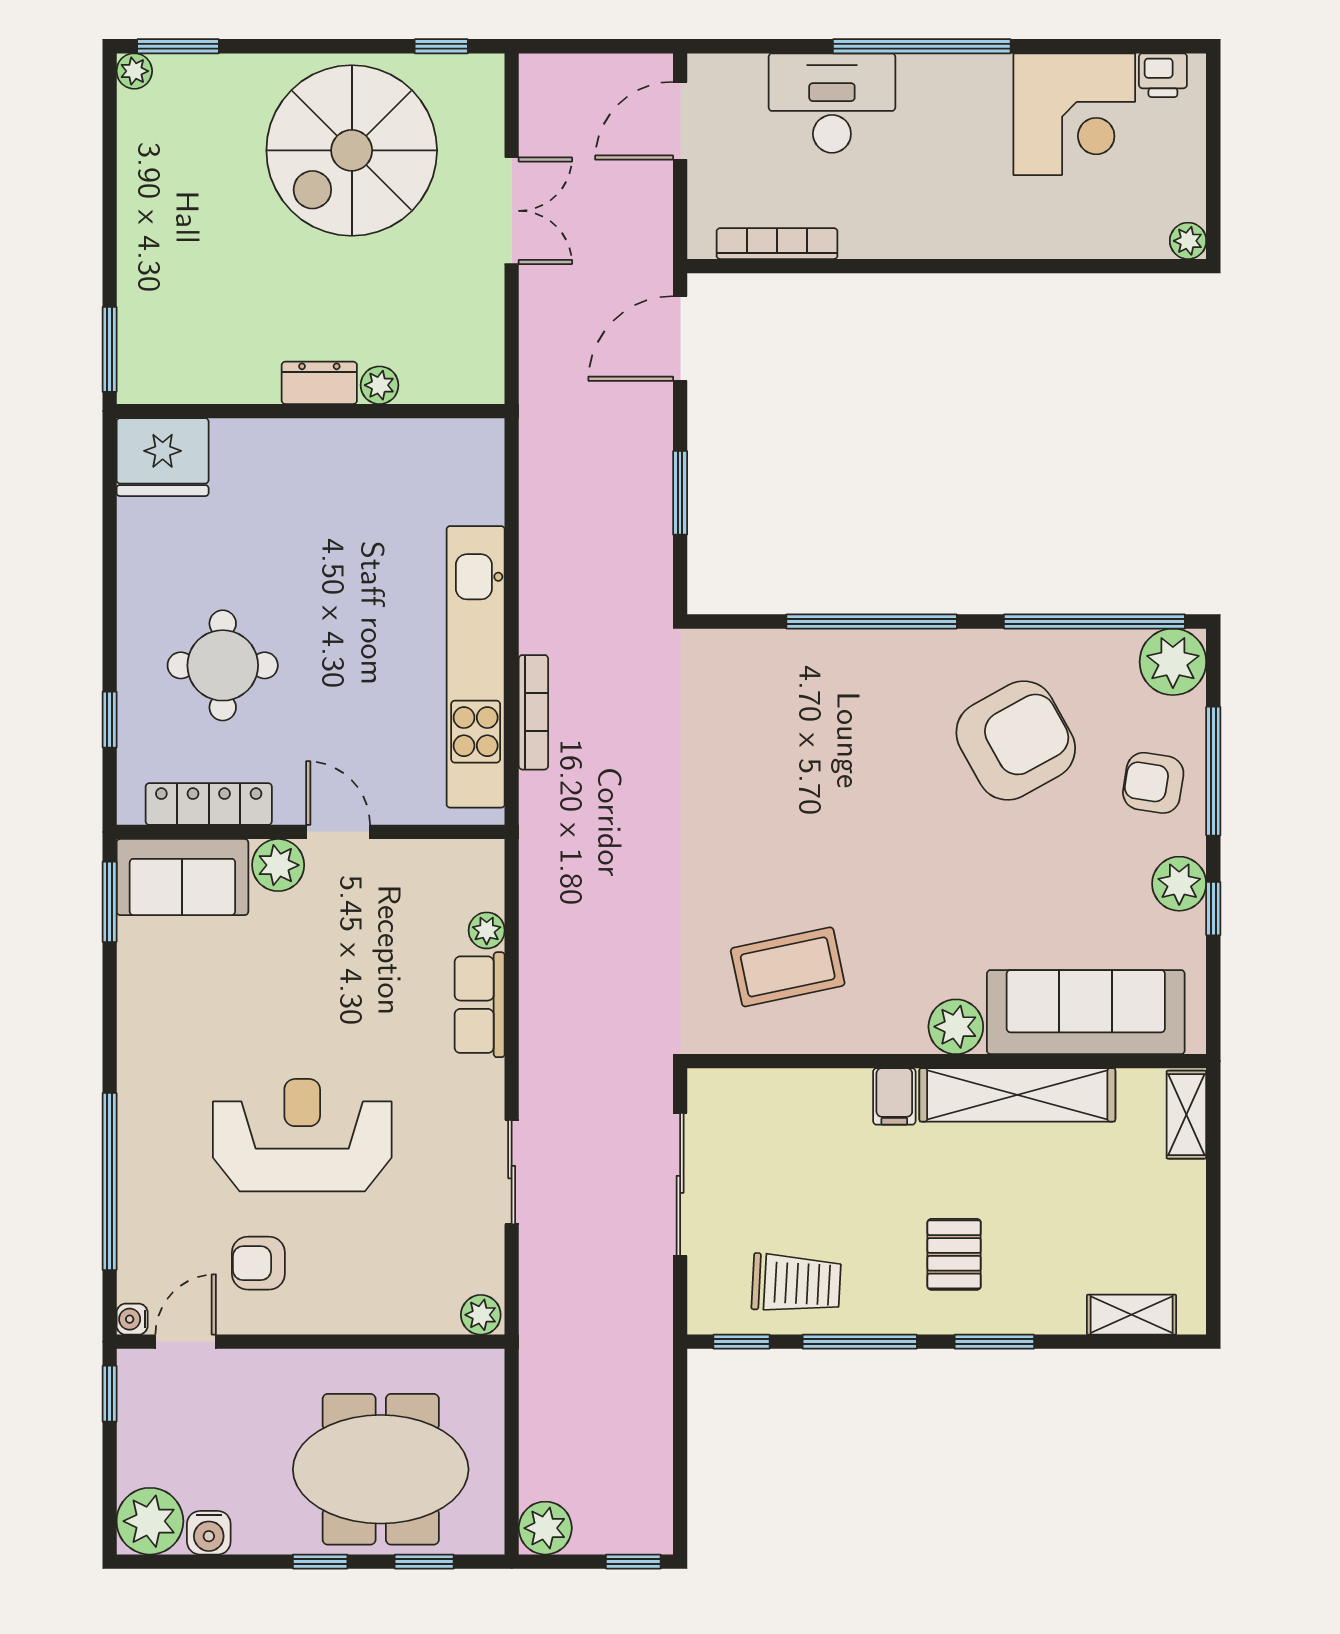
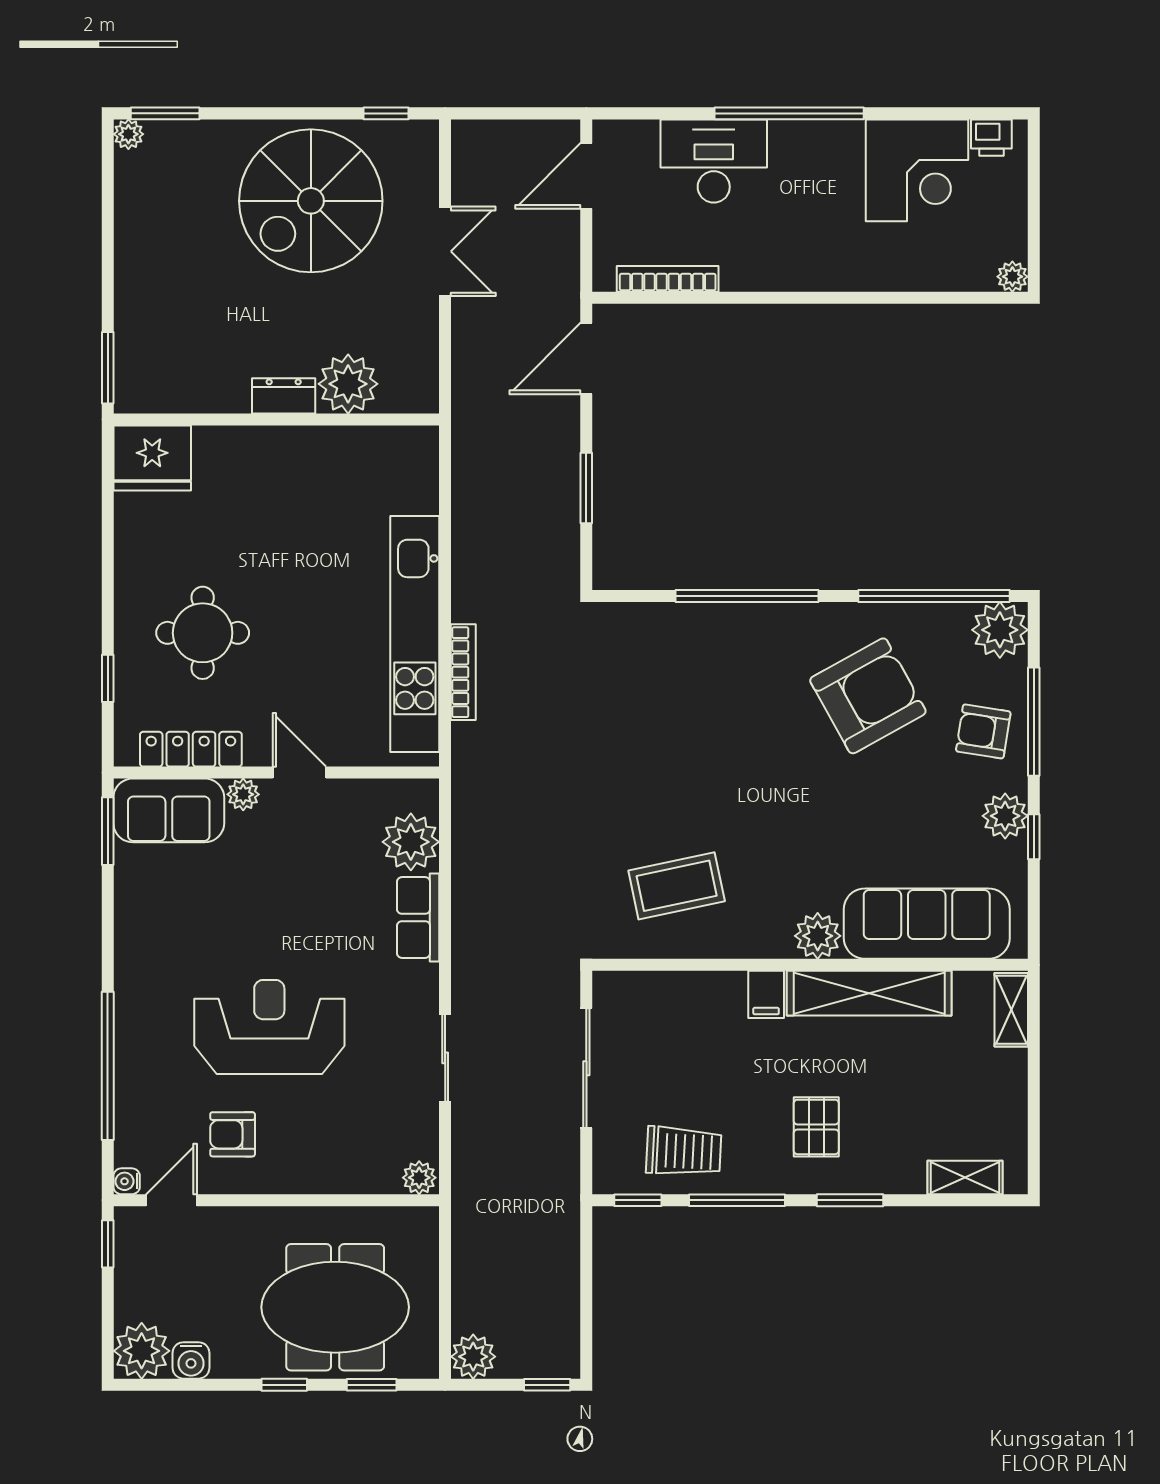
plant: (380, 385) -> (348, 384), width x1.88, depth x1.88
plant: (278, 865) -> (243, 794), width x0.73, depth x0.73
plant: (487, 930) -> (411, 842), width x1.88, depth x1.88

